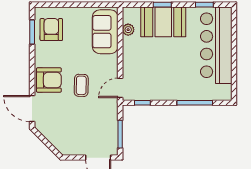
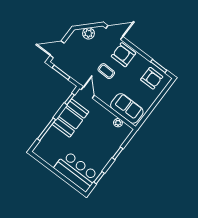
booth: (163, 22) -> (71, 118), moved
bar counter: (216, 45) -> (76, 171), width x0.73
armchair: (49, 80) -> (124, 55), turned 90
plant: (55, 136) -> (88, 33), added

